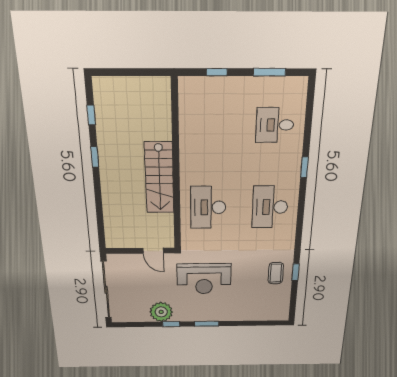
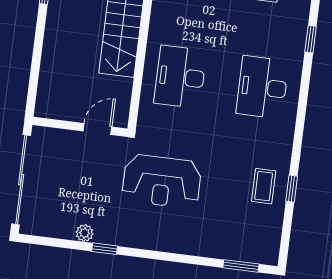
door: (153, 251) -> (97, 129), swing flipped
plant: (161, 312) -> (85, 233), width x0.53, depth x0.53
window: (207, 324) -> (241, 266), moved

